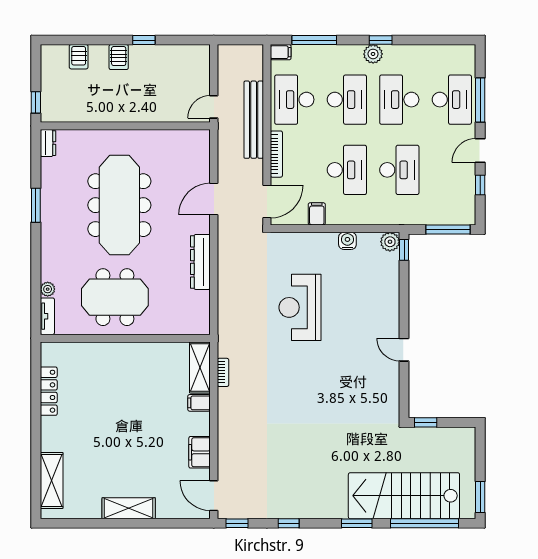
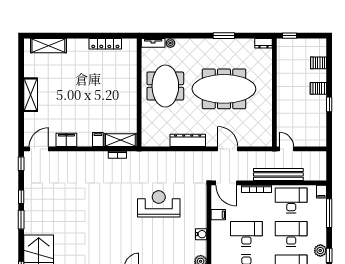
desk: (347, 100) -> (291, 234), turned 180
desk: (347, 170) -> (246, 234), turned 180
window: (357, 523) -> (21, 220), moved

